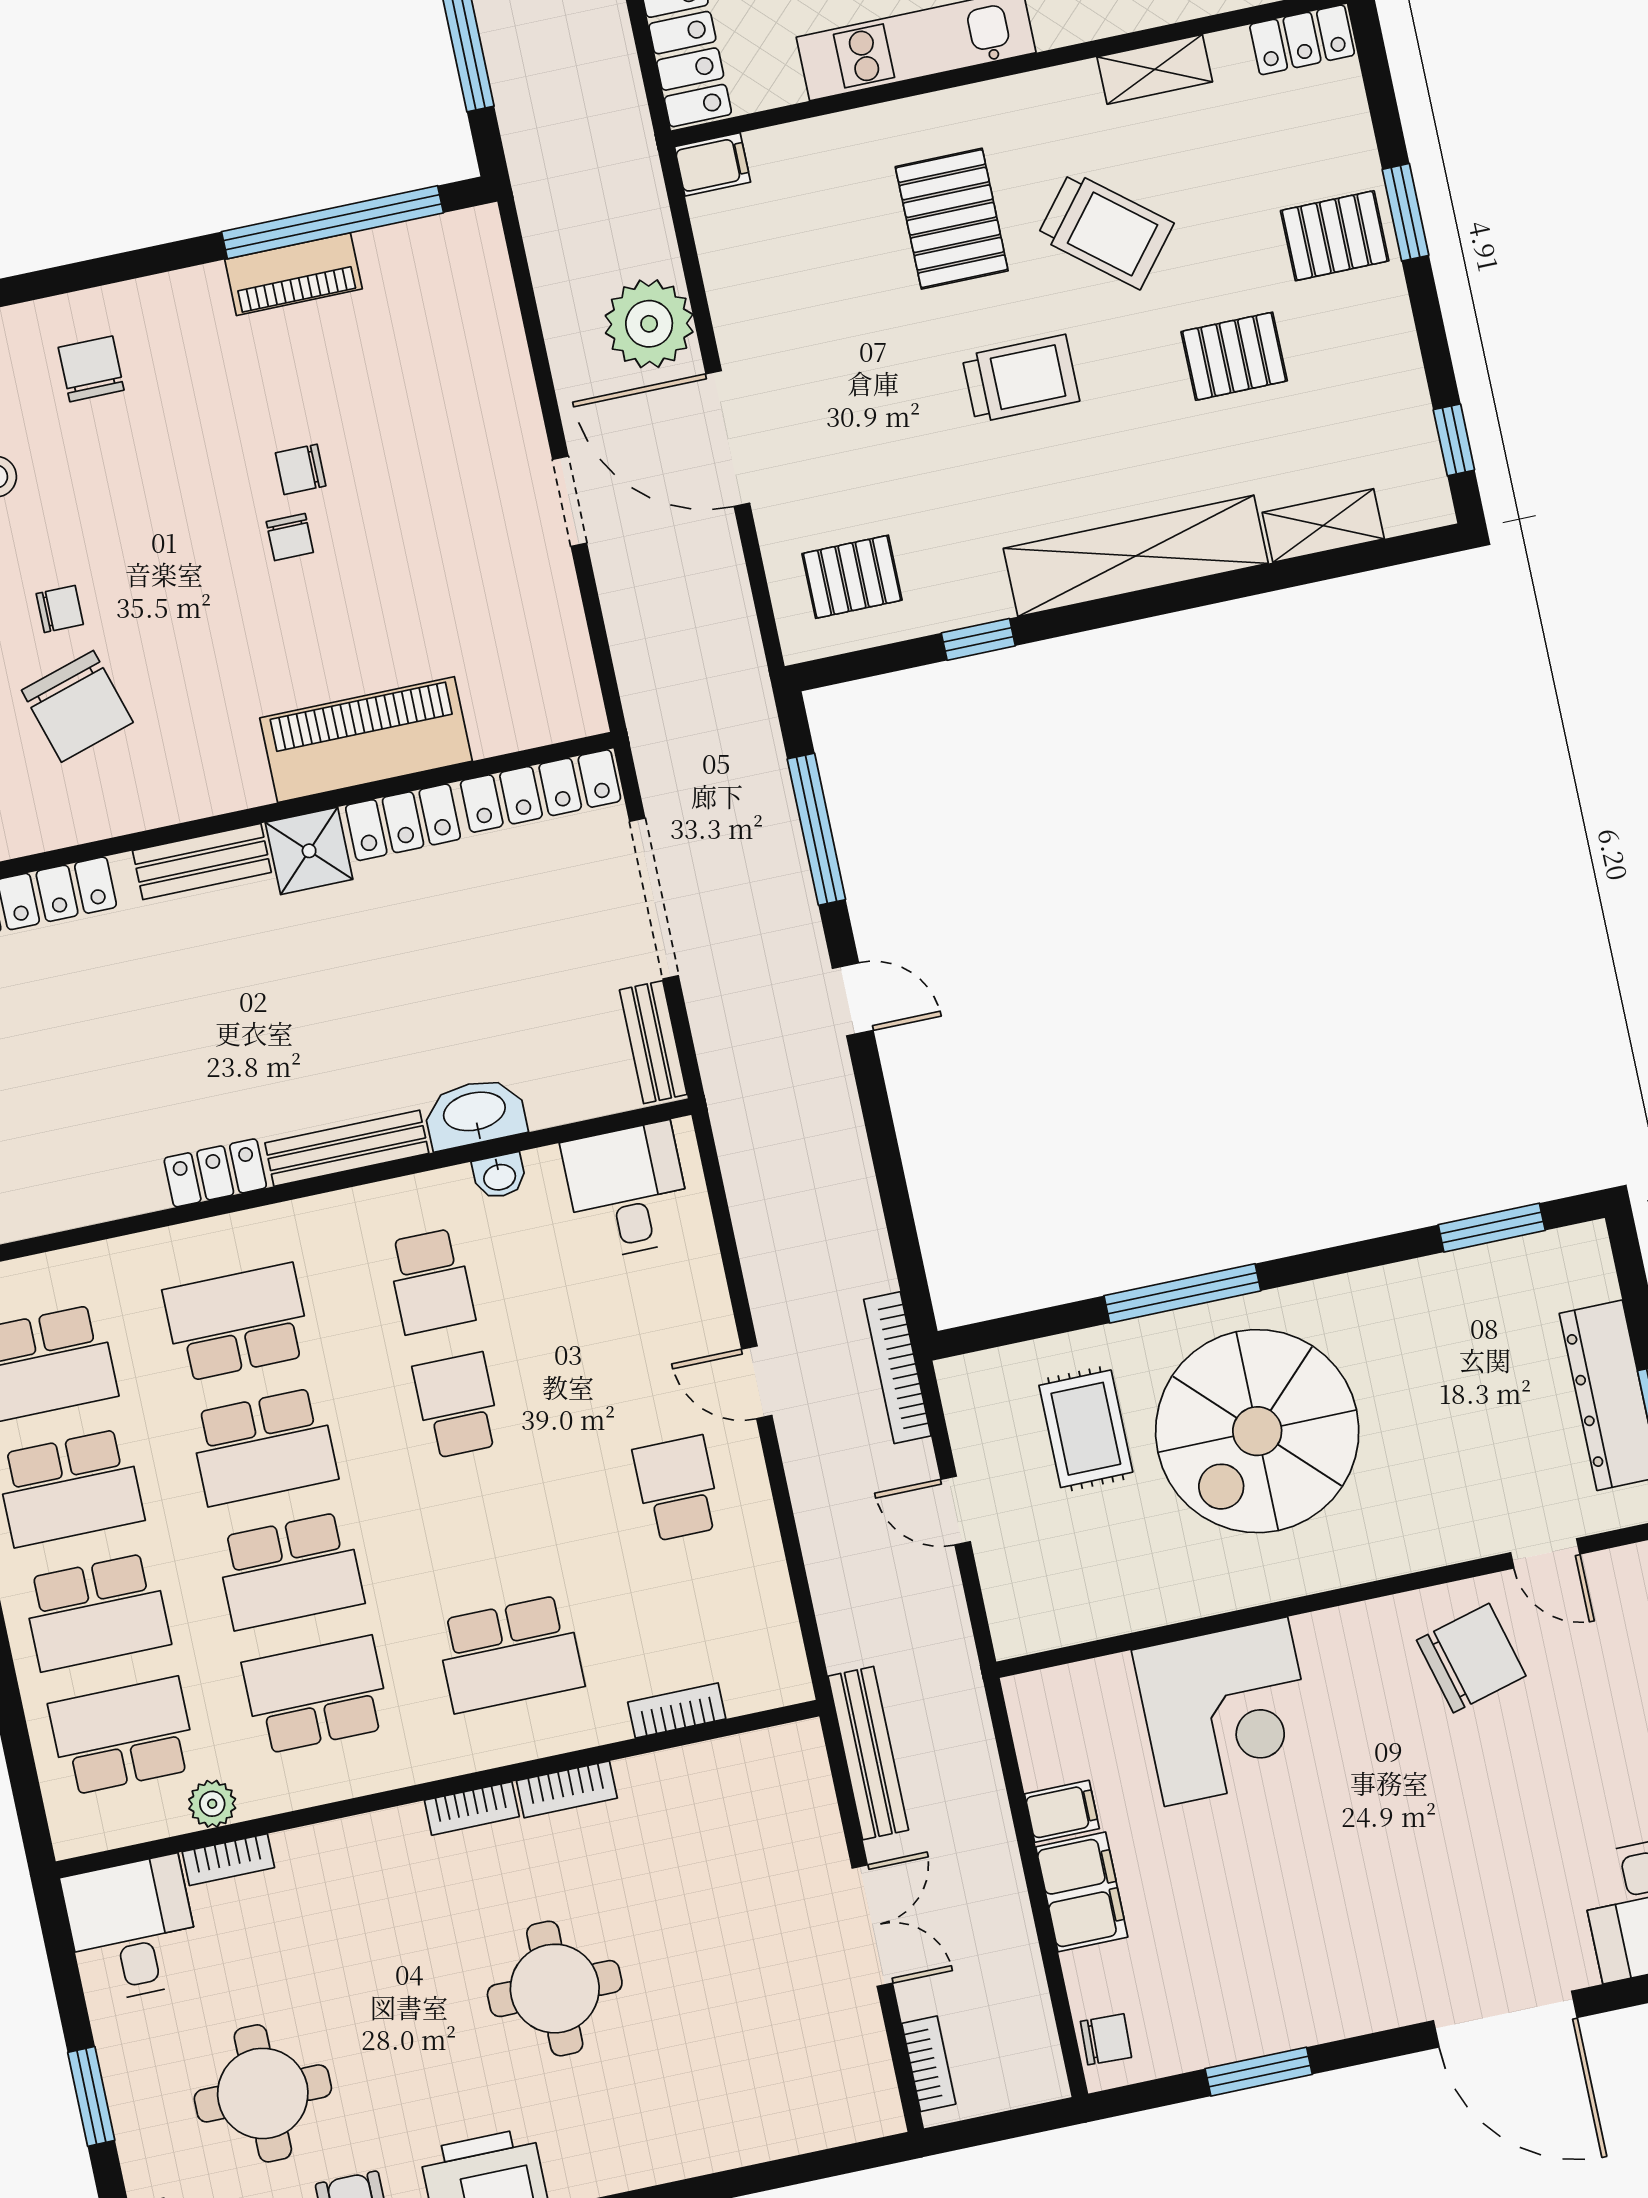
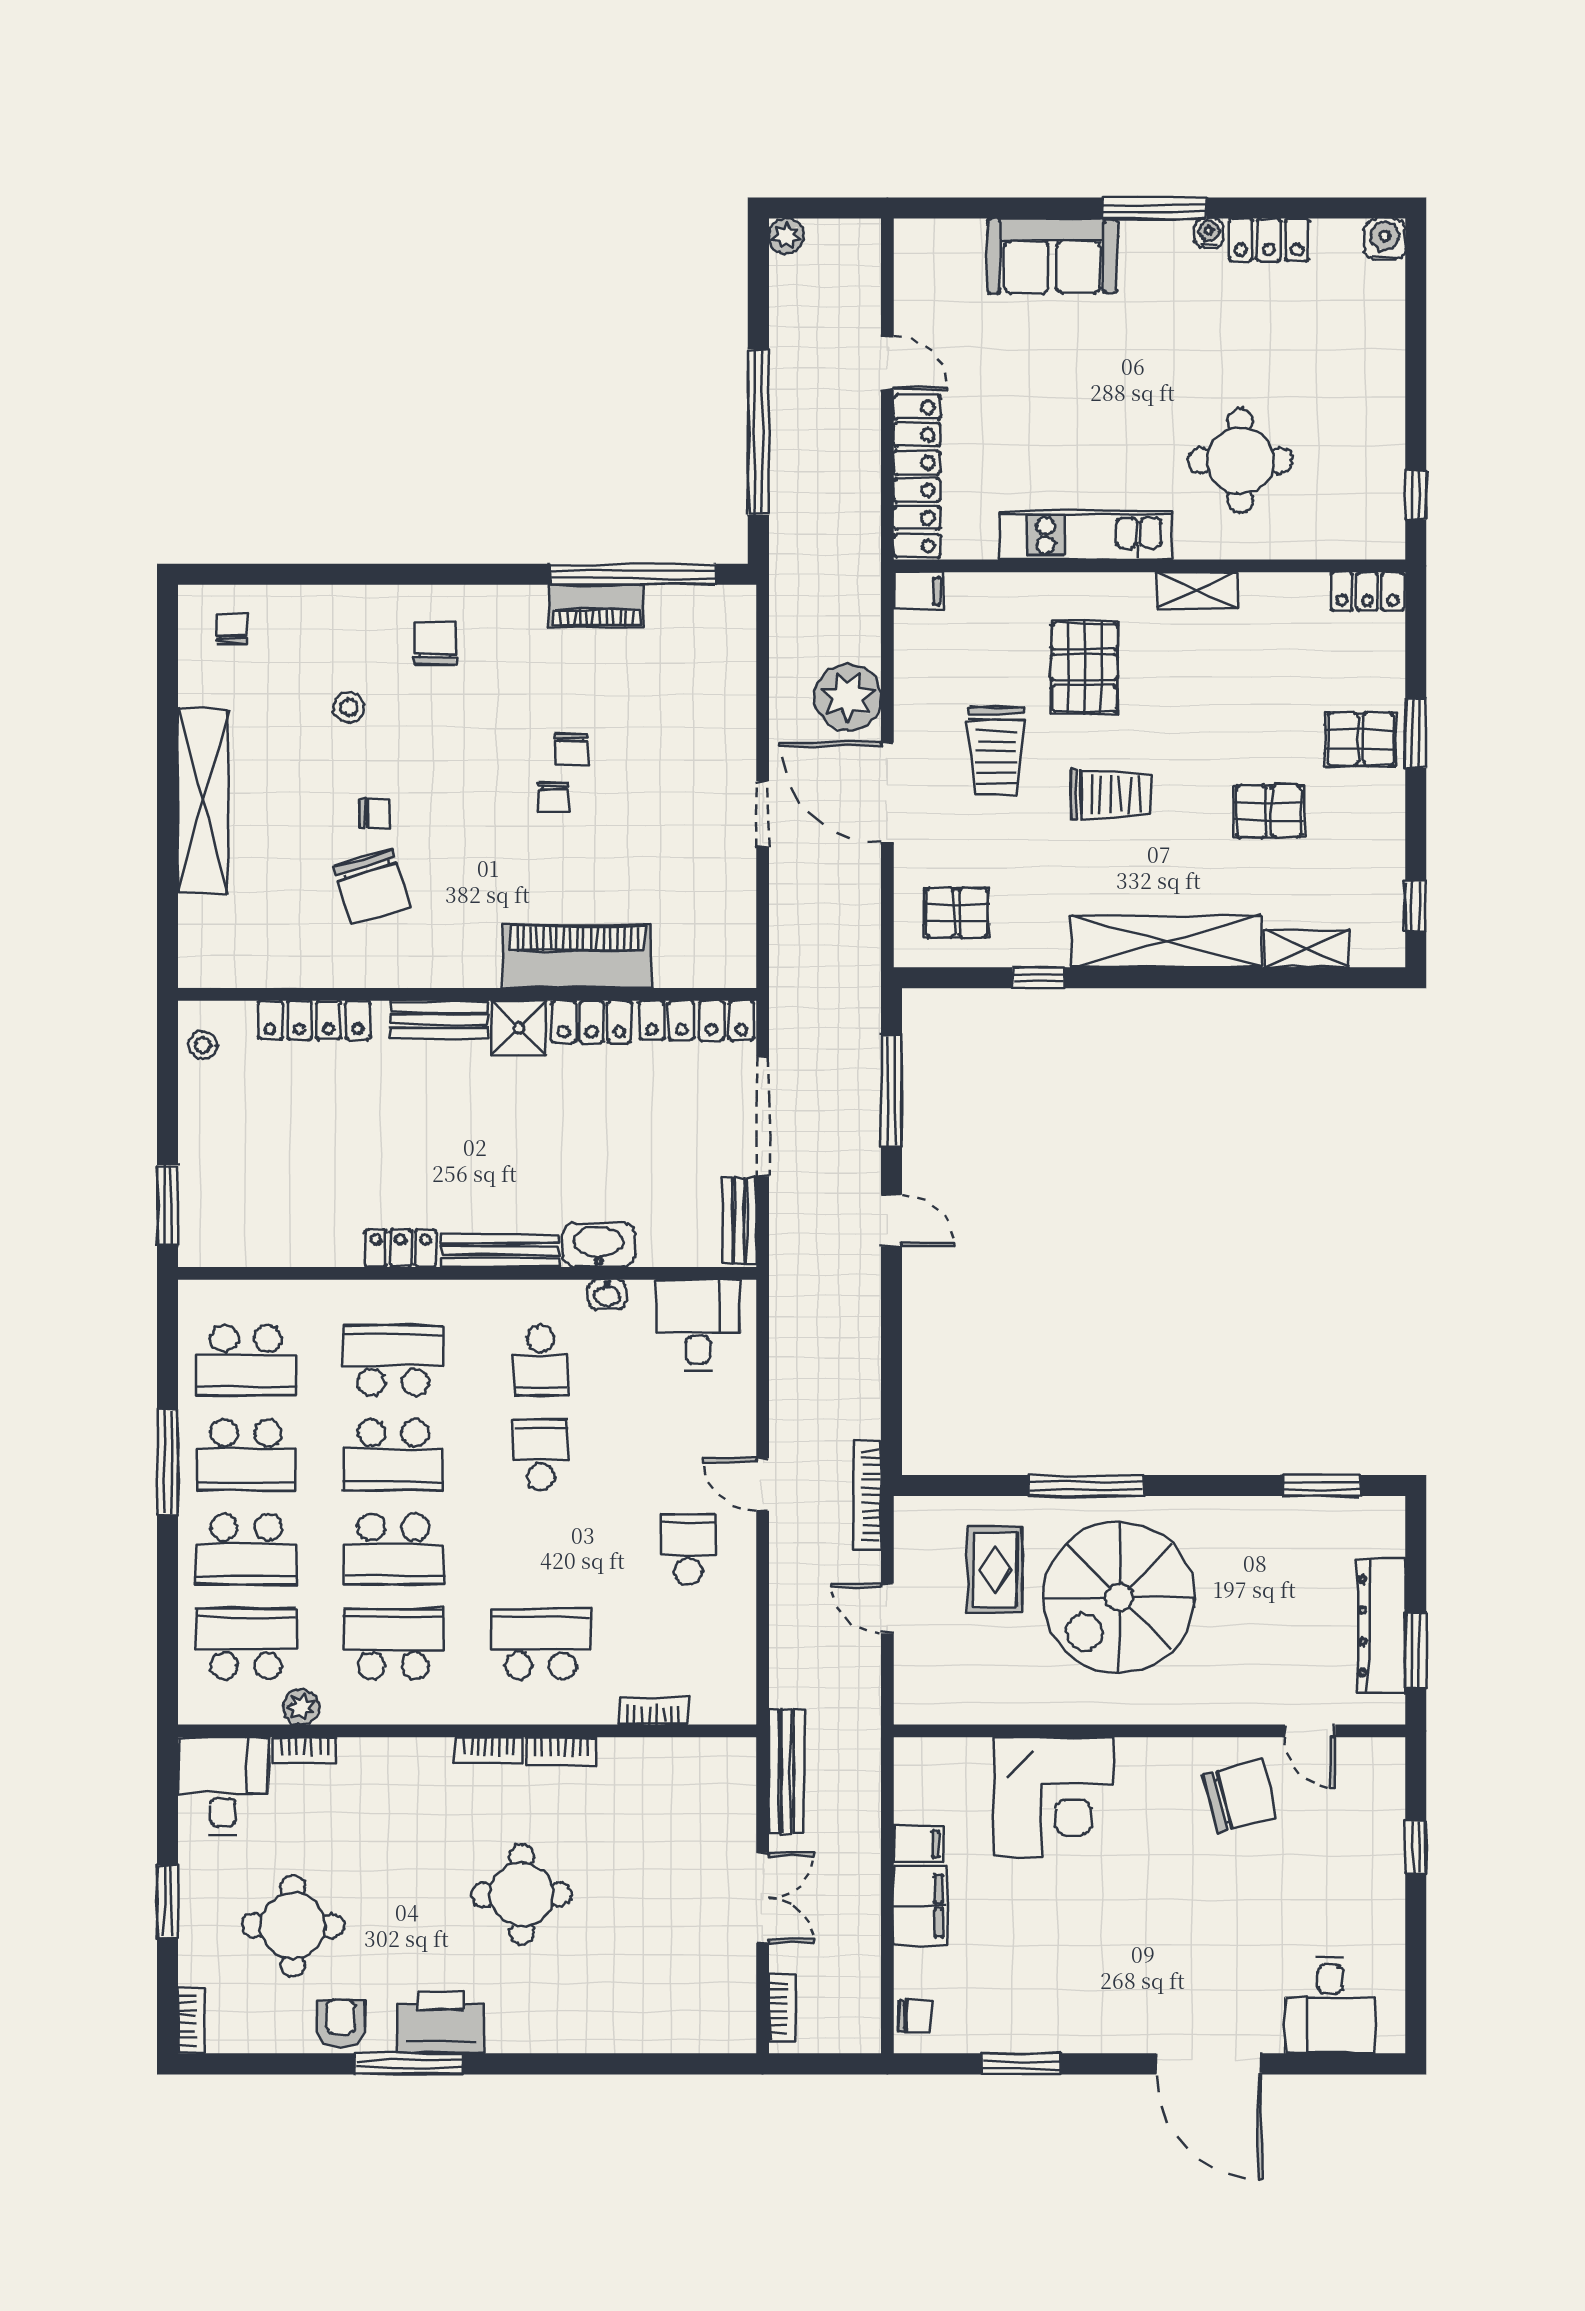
shelving: (1155, 69) -> (1197, 590), moved
trolley: (1105, 230) -> (996, 751), moved, turned 51
chair: (301, 469) -> (572, 749), turned -90
school desk: (510, 1654) -> (541, 1644), turned 180

